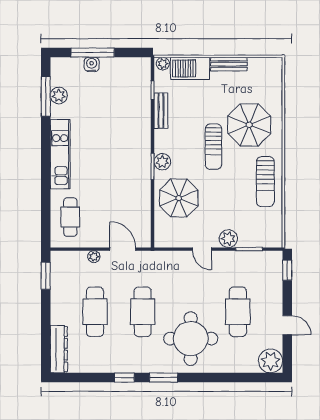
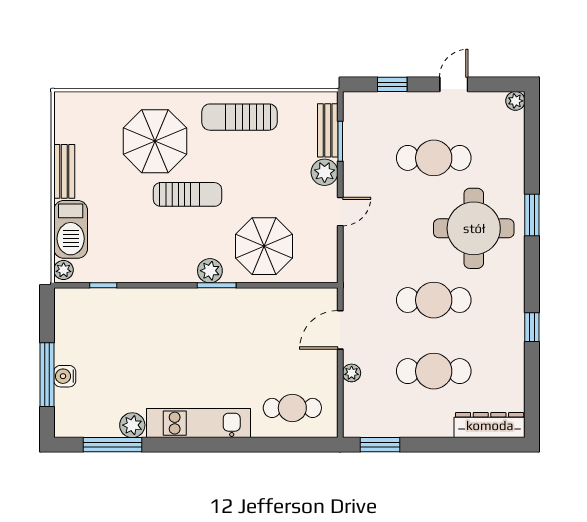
plant: (59, 95) -> (132, 425), moved
bench: (161, 111) -> (328, 130), moved, turned 90
sun lounger: (265, 182) -> (239, 117), turned 180
window: (287, 270) -> (392, 84), moved
plant: (271, 361) -> (515, 101), width x0.53, depth x0.53
window: (164, 378) -> (532, 215), moved

